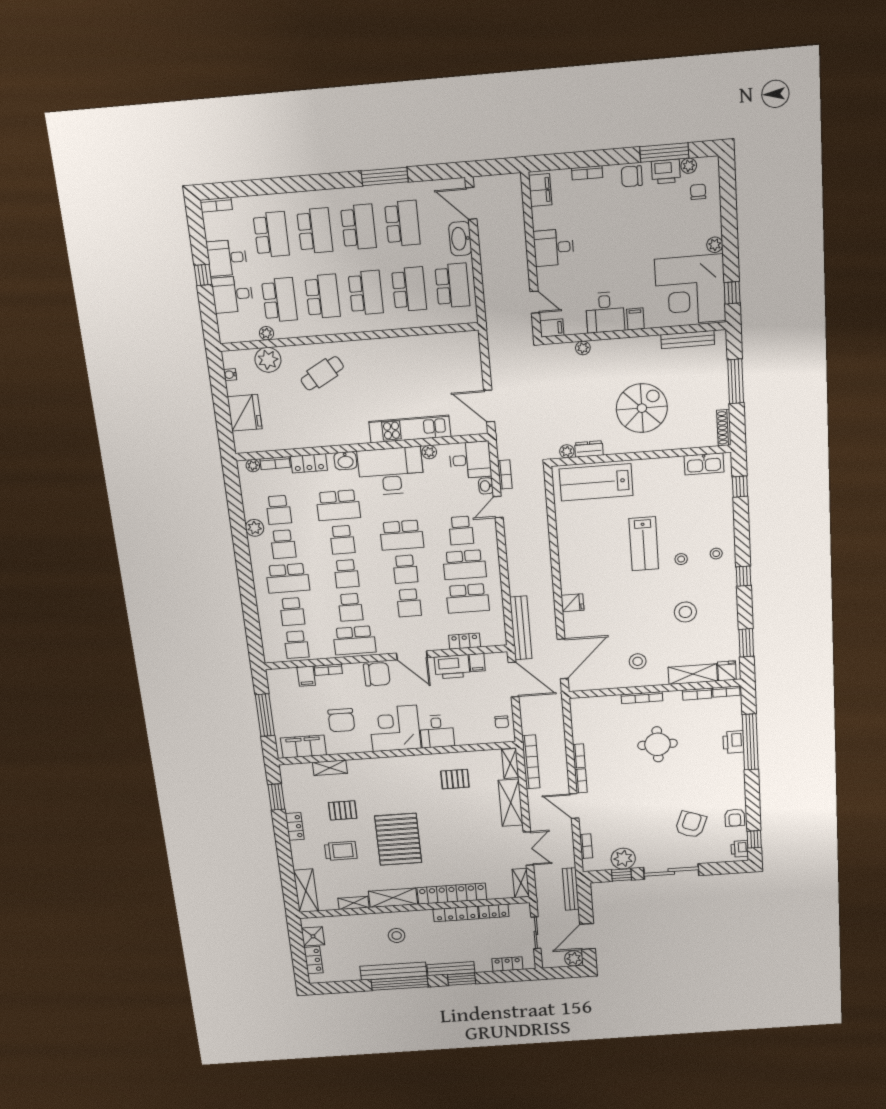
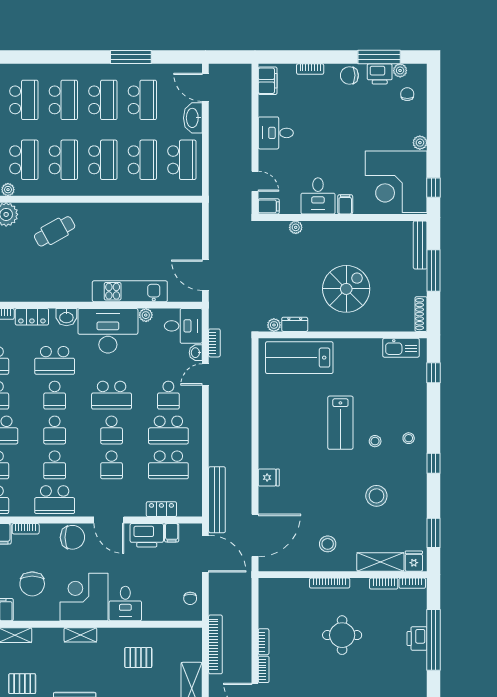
bench: (688, 340) -> (420, 245), moved, turned 90
shelving: (510, 764) -> (80, 635), moved, turned 90

